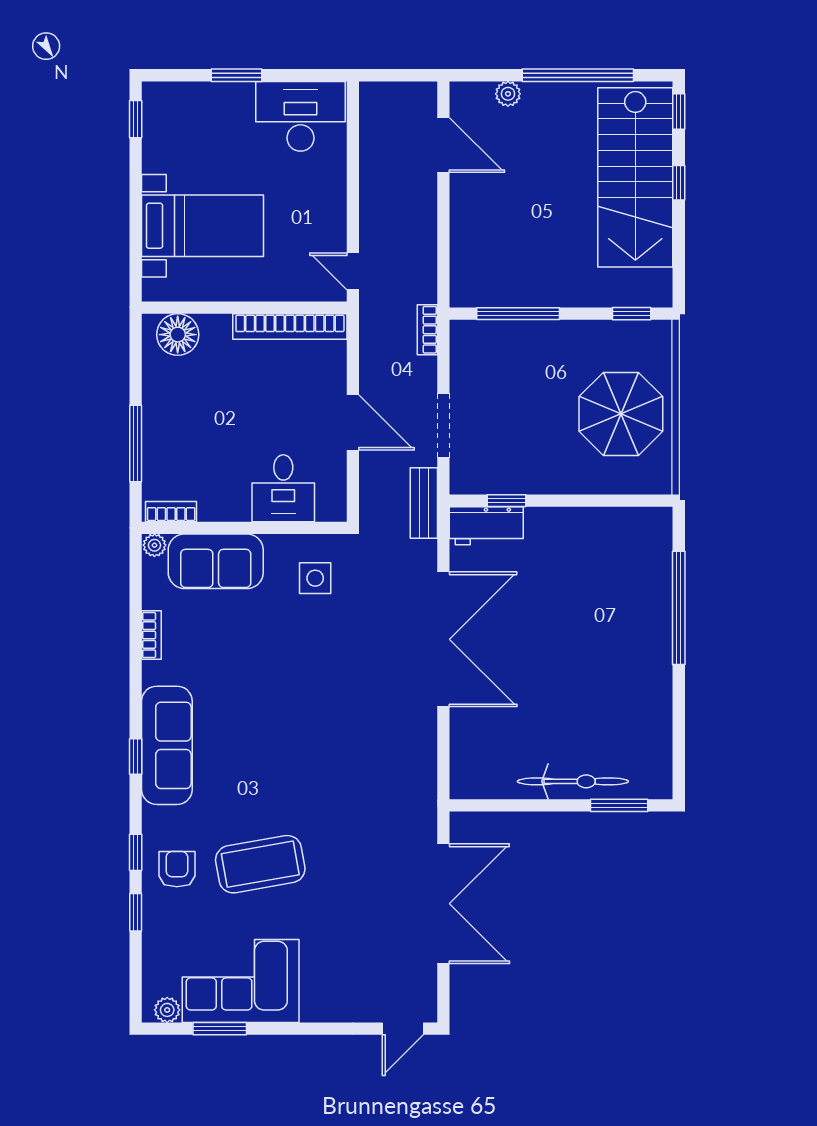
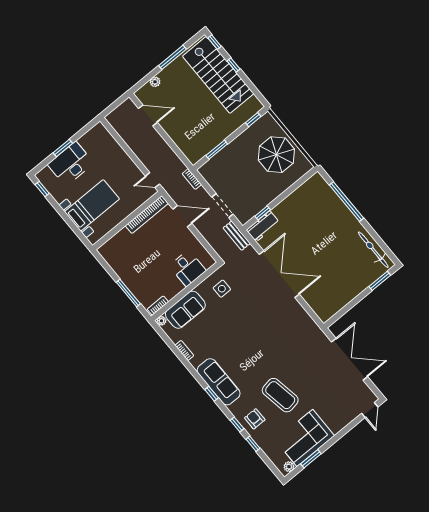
window: (578, 75) -> (173, 57), width x0.68
desk: (300, 116) -> (71, 164), moved
window: (518, 314) -> (217, 150), width x0.69
floor lamp: (178, 335) -> (113, 247), removed
door: (353, 422) -> (182, 216), moved
bicycle: (573, 781) -> (373, 250), moved, turned -90
coffee table: (260, 864) -> (280, 395), turned 90

